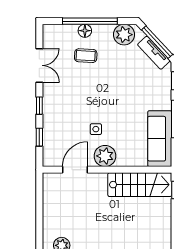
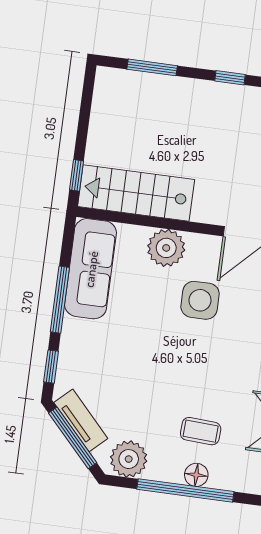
side table: (96, 129) -> (200, 300), width x1.87, depth x1.87
plant: (105, 156) -> (166, 248), moved

